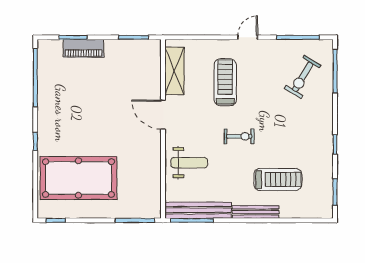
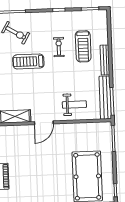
treadmill: (225, 82) -> (28, 61), moved
exercise bike: (239, 136) -> (59, 47), moved
weight bench: (189, 163) -> (74, 105), turned 90
treadmill: (278, 179) -> (83, 46), turned 180

